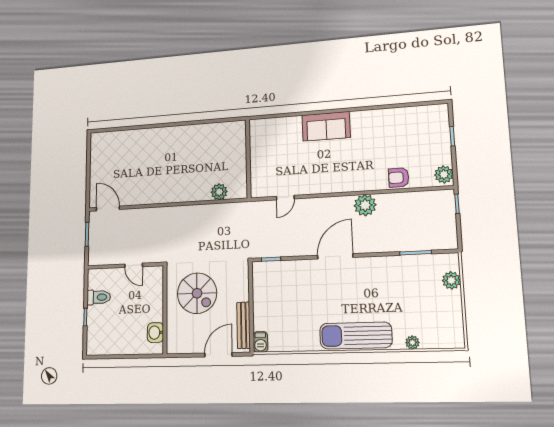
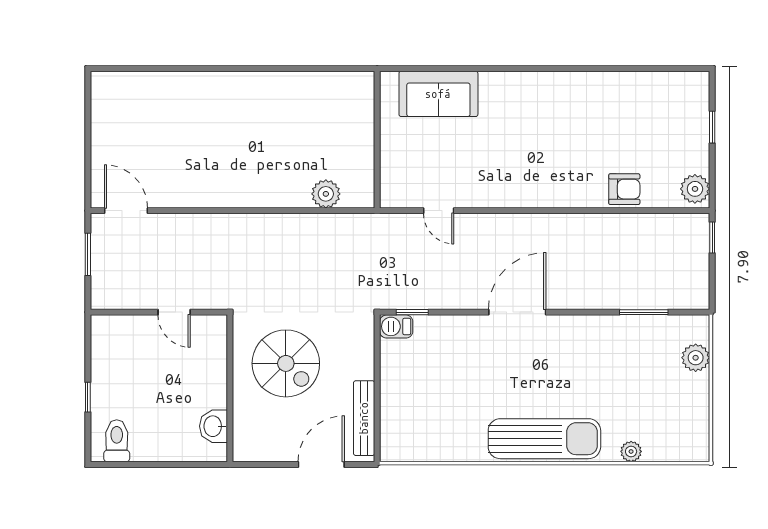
sofa: (326, 126) -> (438, 94), moved
armchair: (399, 178) -> (624, 189), turned 180
door: (285, 198) -> (439, 211), hinge flipped
plant: (365, 205) -> (569, 231), removed
toilet: (99, 297) -> (117, 441), moved, turned -90
sun lounger: (356, 335) -> (544, 439), turned 180
barbecue: (260, 342) -> (396, 326), moved, turned 90

